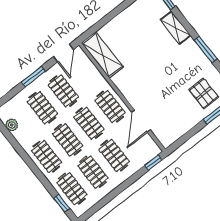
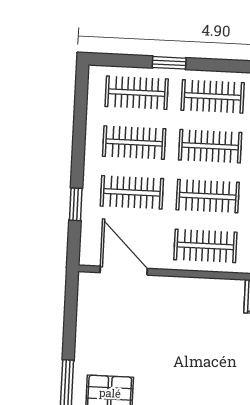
door: (141, 121) -> (124, 271), moved
window: (153, 163) -> (76, 204), moved
window: (62, 203) -> (169, 63), moved

